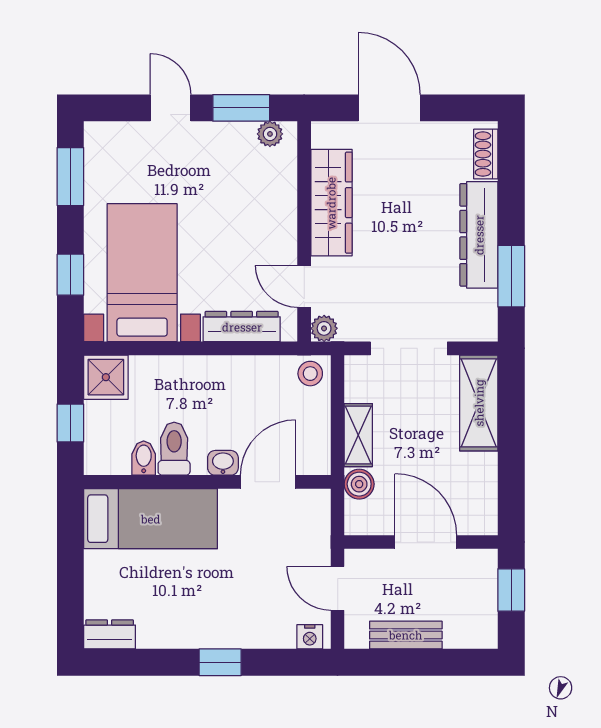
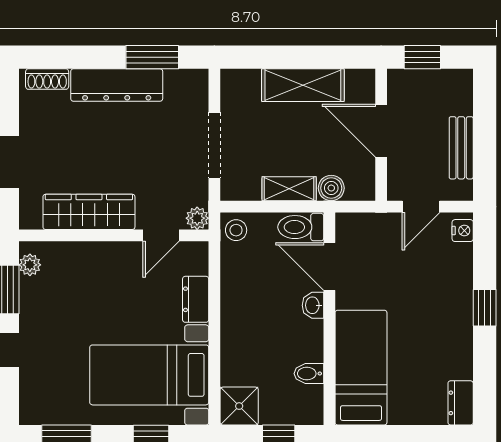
dresser: (242, 327) -> (196, 299), width x0.70
shelving: (479, 403) -> (303, 85), moved
toilet: (174, 449) -> (301, 227), moved
door: (426, 542) -> (381, 131), hinge flipped

